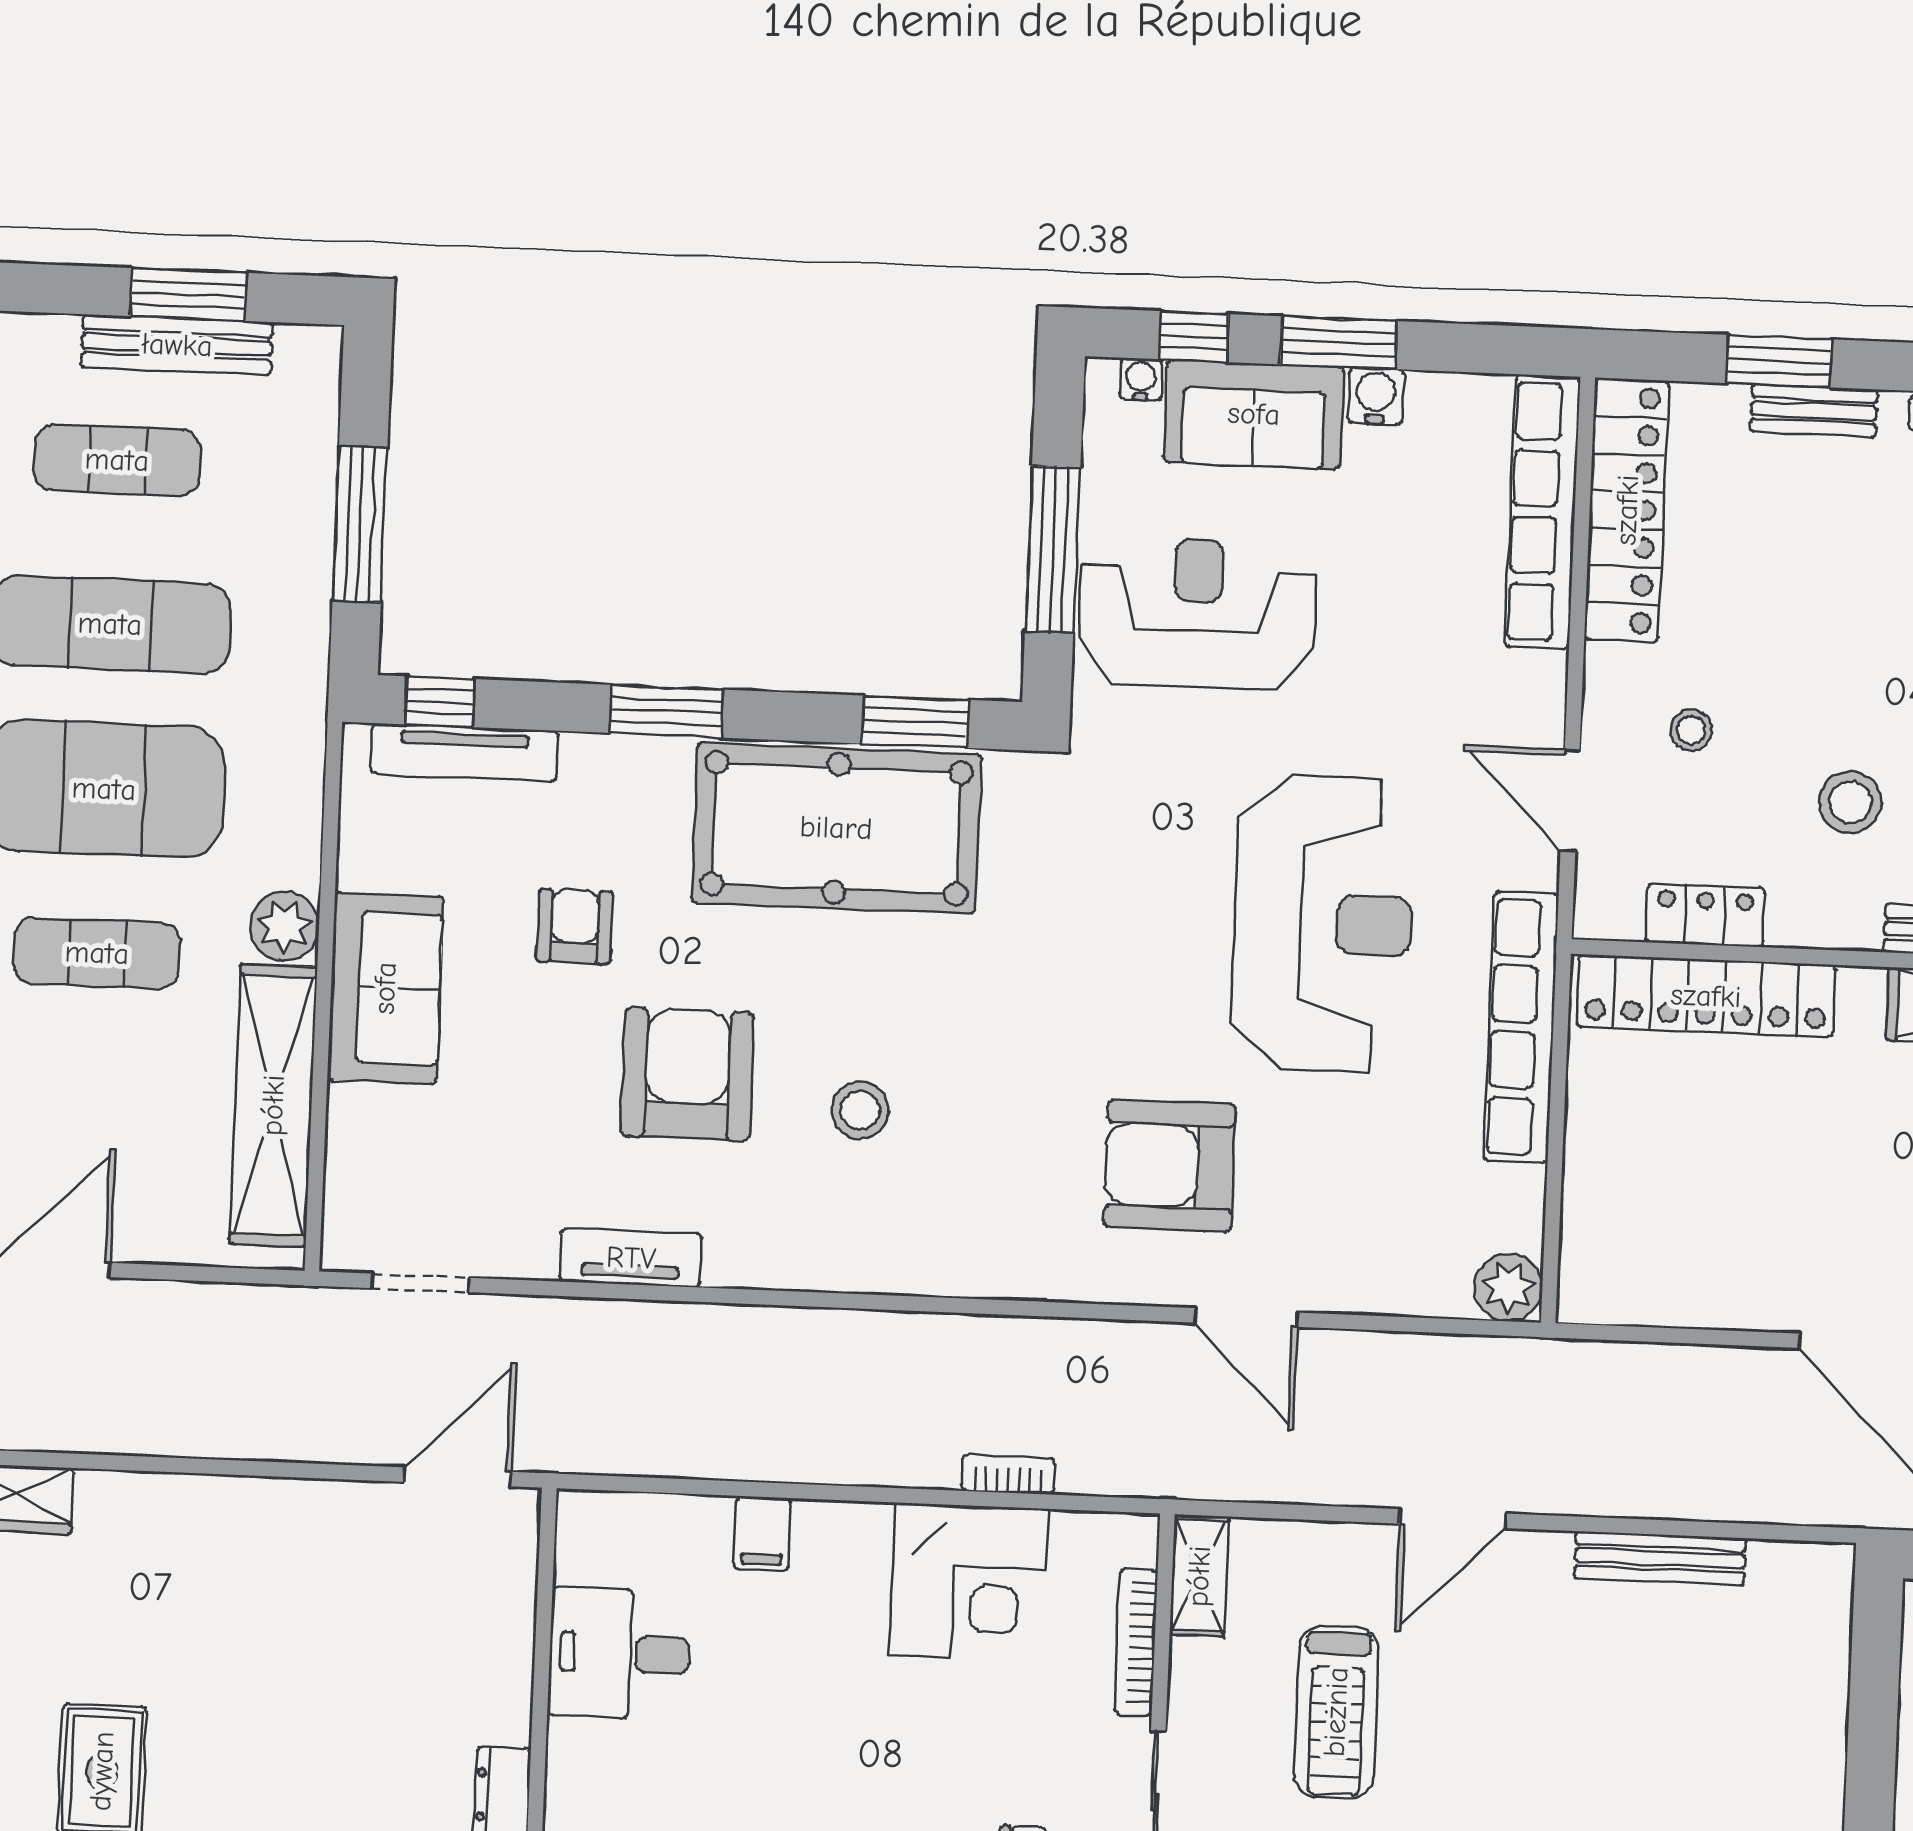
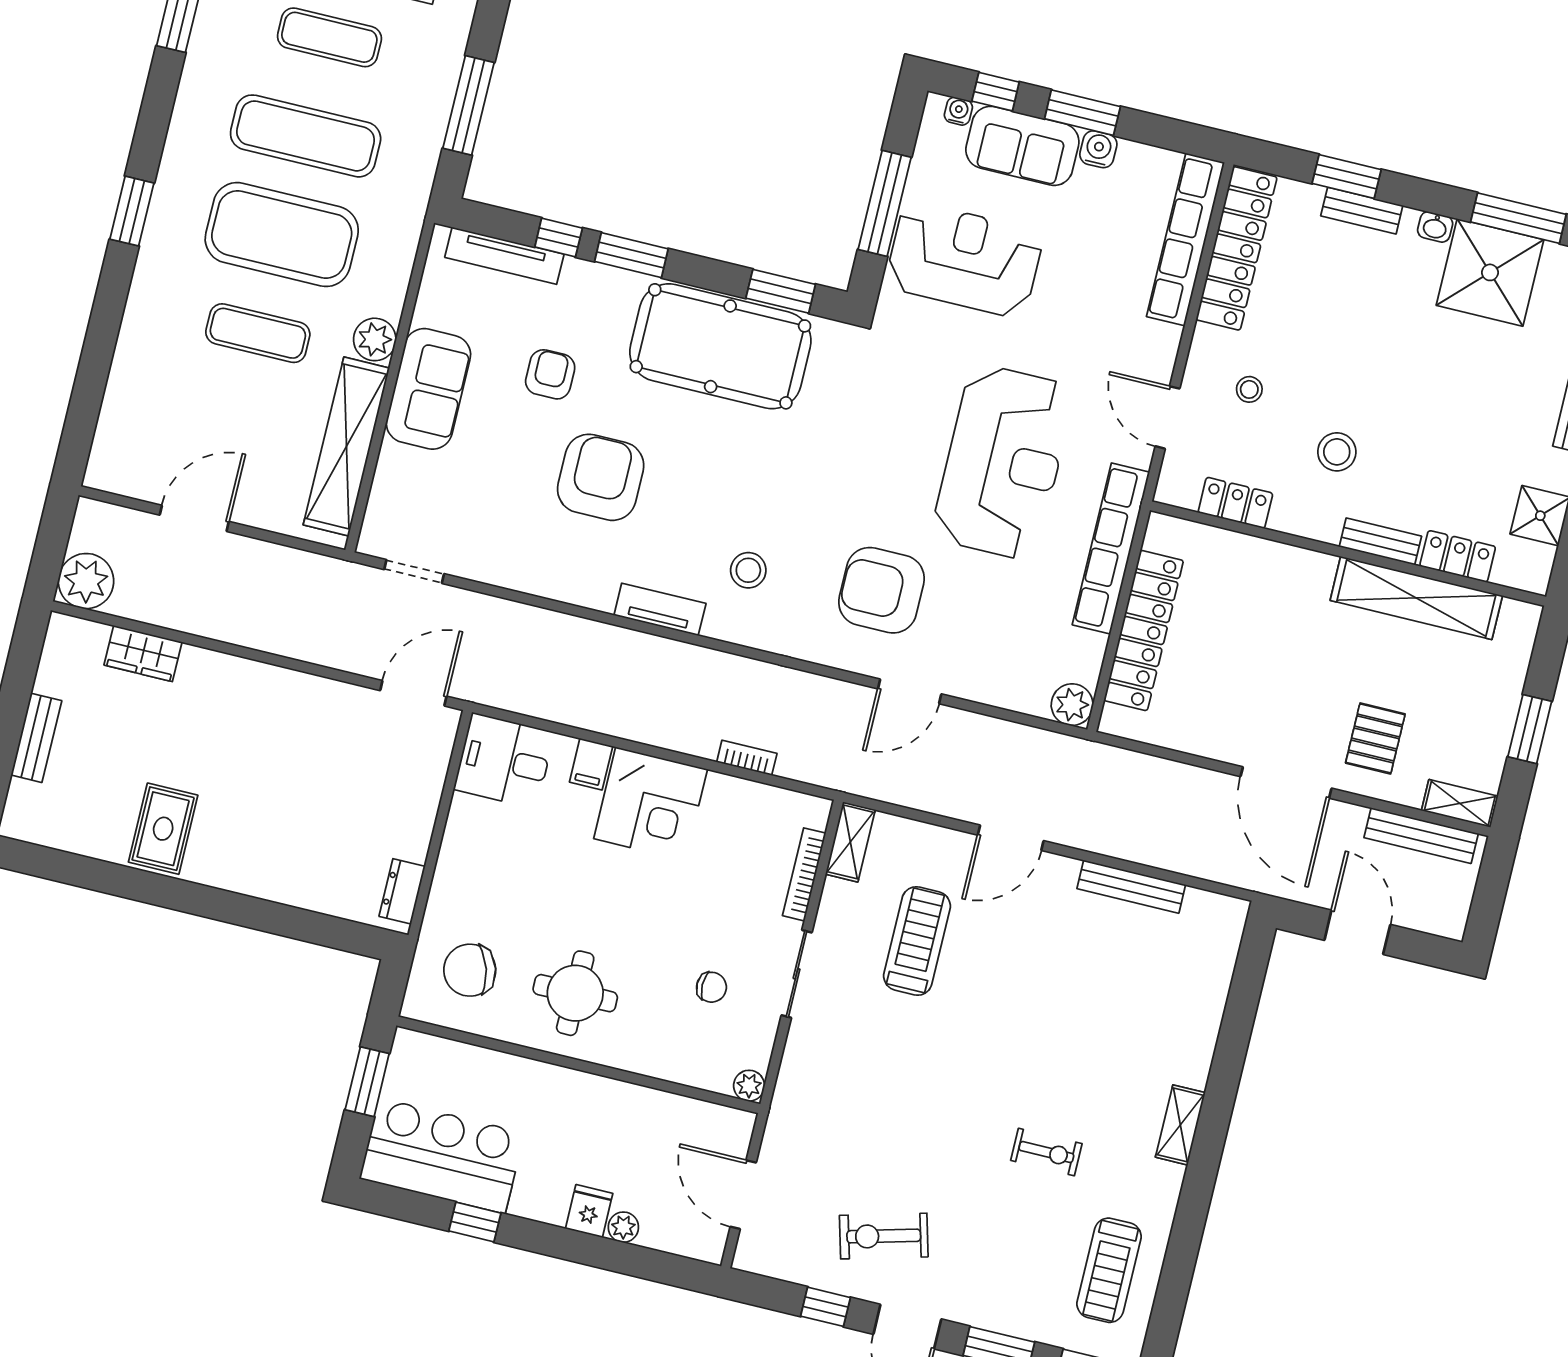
window: (440, 702) -> (559, 237), moved
locker: (1706, 996) -> (1144, 630), moved, turned -90
stool: (860, 1110) -> (748, 570), moved
tv unit: (631, 1258) -> (660, 609), moved
door: (1246, 1318) -> (910, 691), hinge flipped
corner desk: (969, 1582) -> (651, 804), moved
desk: (619, 1653) -> (504, 761), moved
treadmill: (1336, 1712) -> (917, 941), turned 180

